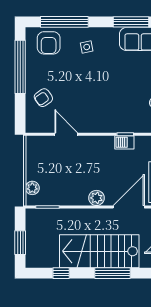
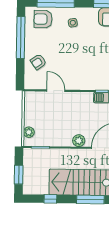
armchair: (49, 43) -> (43, 19), turned 90

